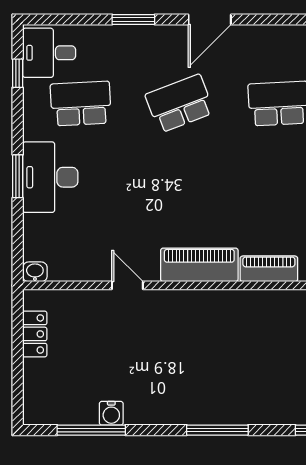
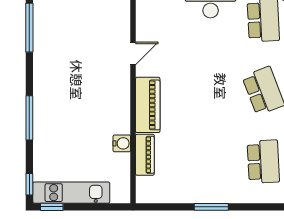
water cooler: (111, 413) -> (122, 143), moved, turned 180

